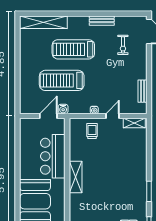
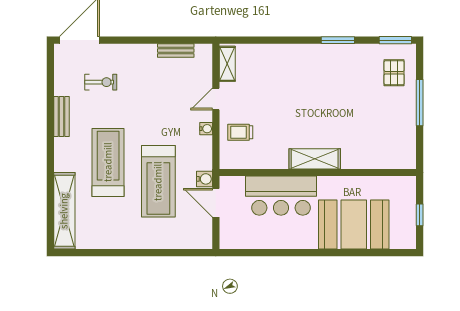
treadmill: (73, 49) -> (108, 162), turned 180
door: (113, 116) -> (216, 99), hinge flipped

